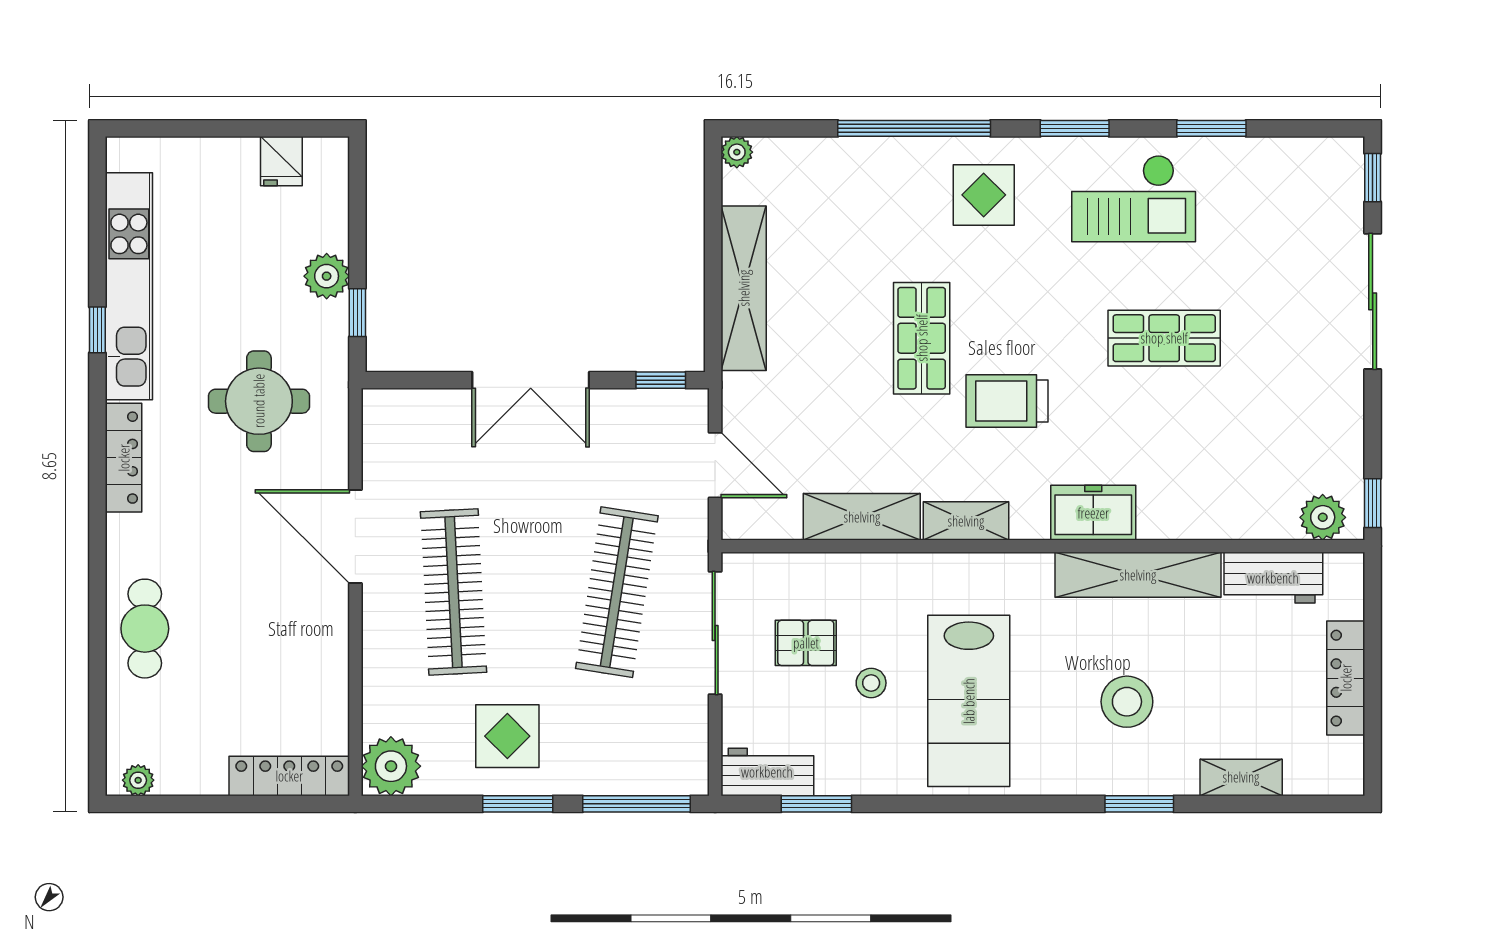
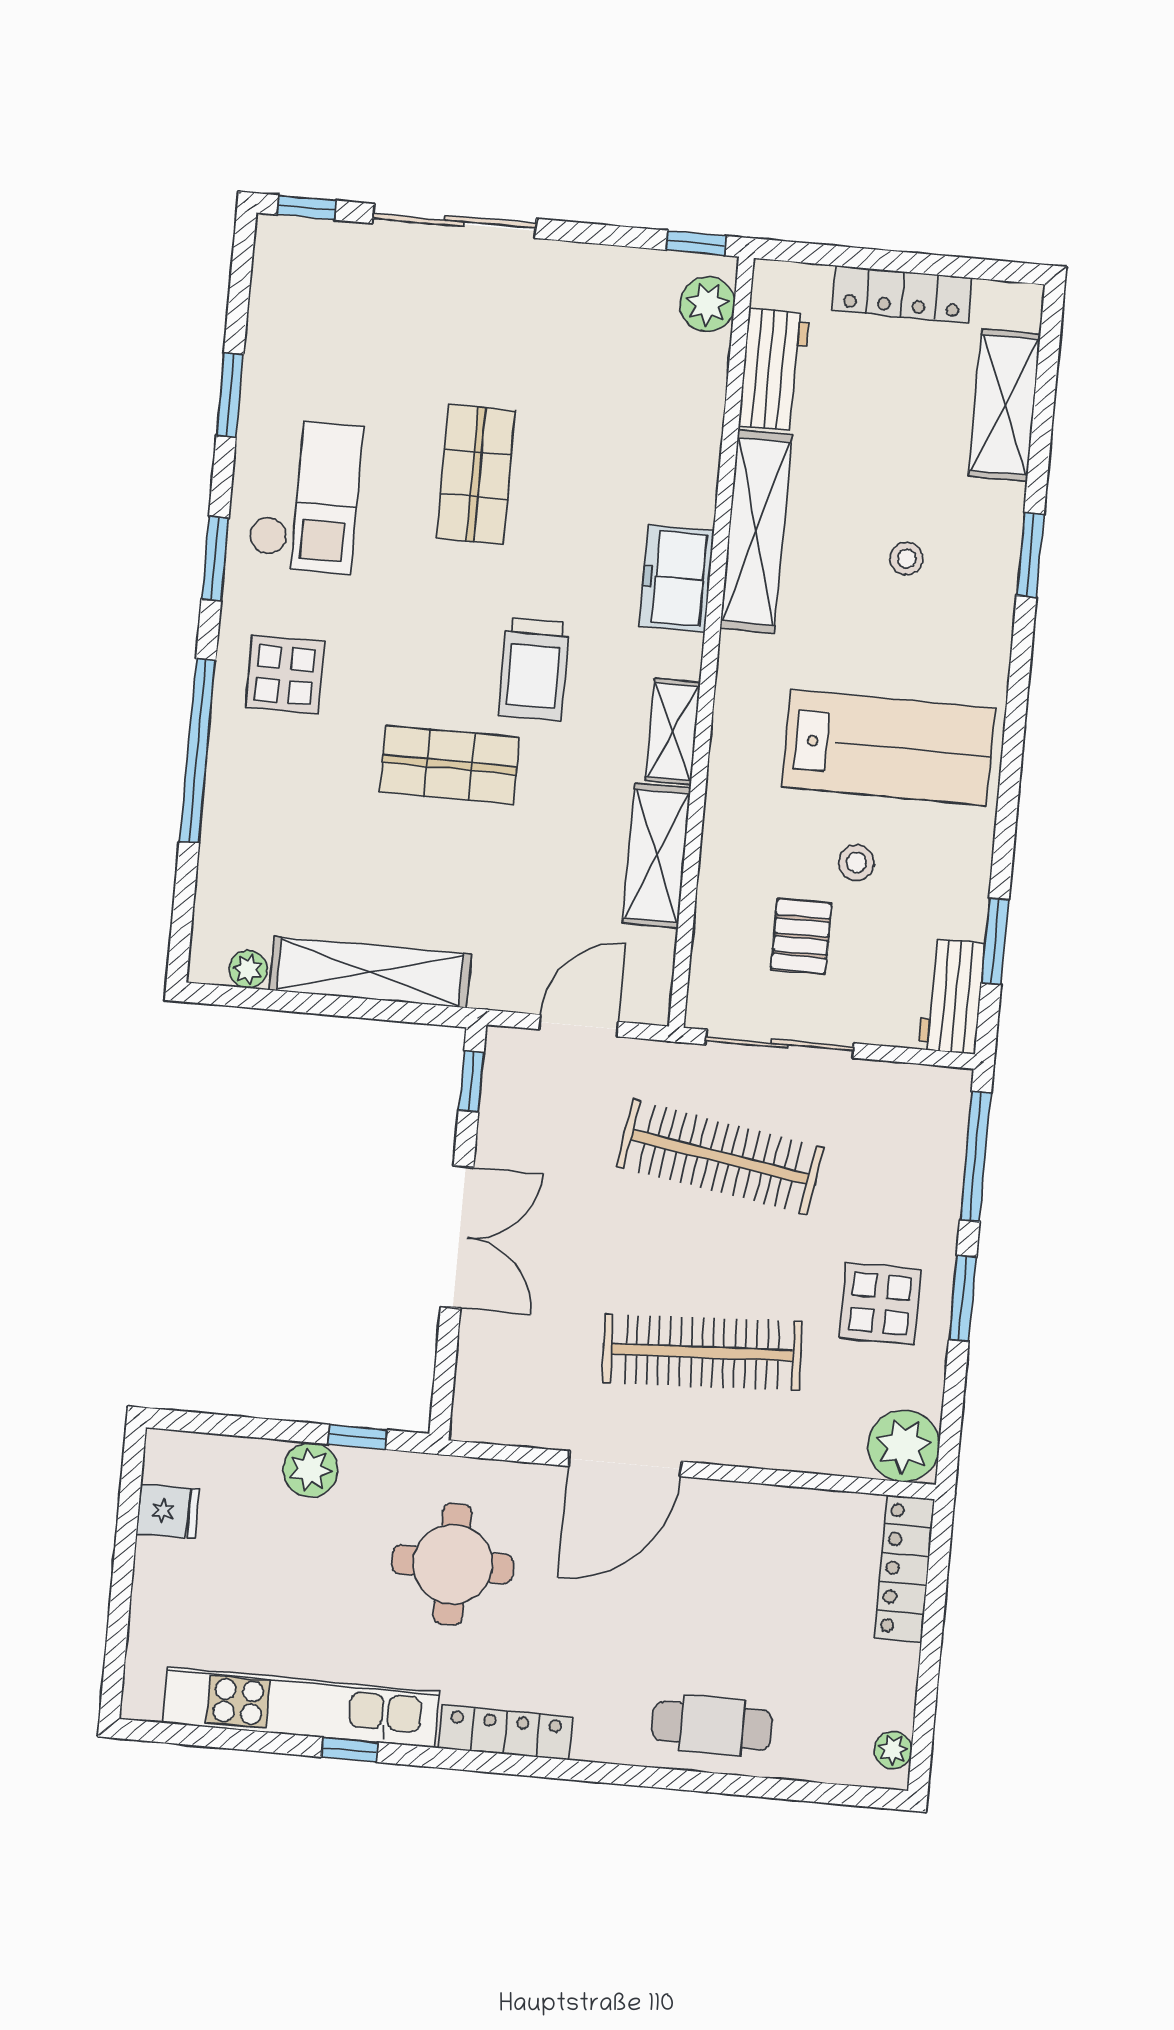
plant: (737, 152) -> (248, 969), moved
stool: (1127, 702) -> (907, 559), width x0.53, depth x0.53
shelving: (1241, 777) -> (1005, 405), width x1.50, depth x1.33

